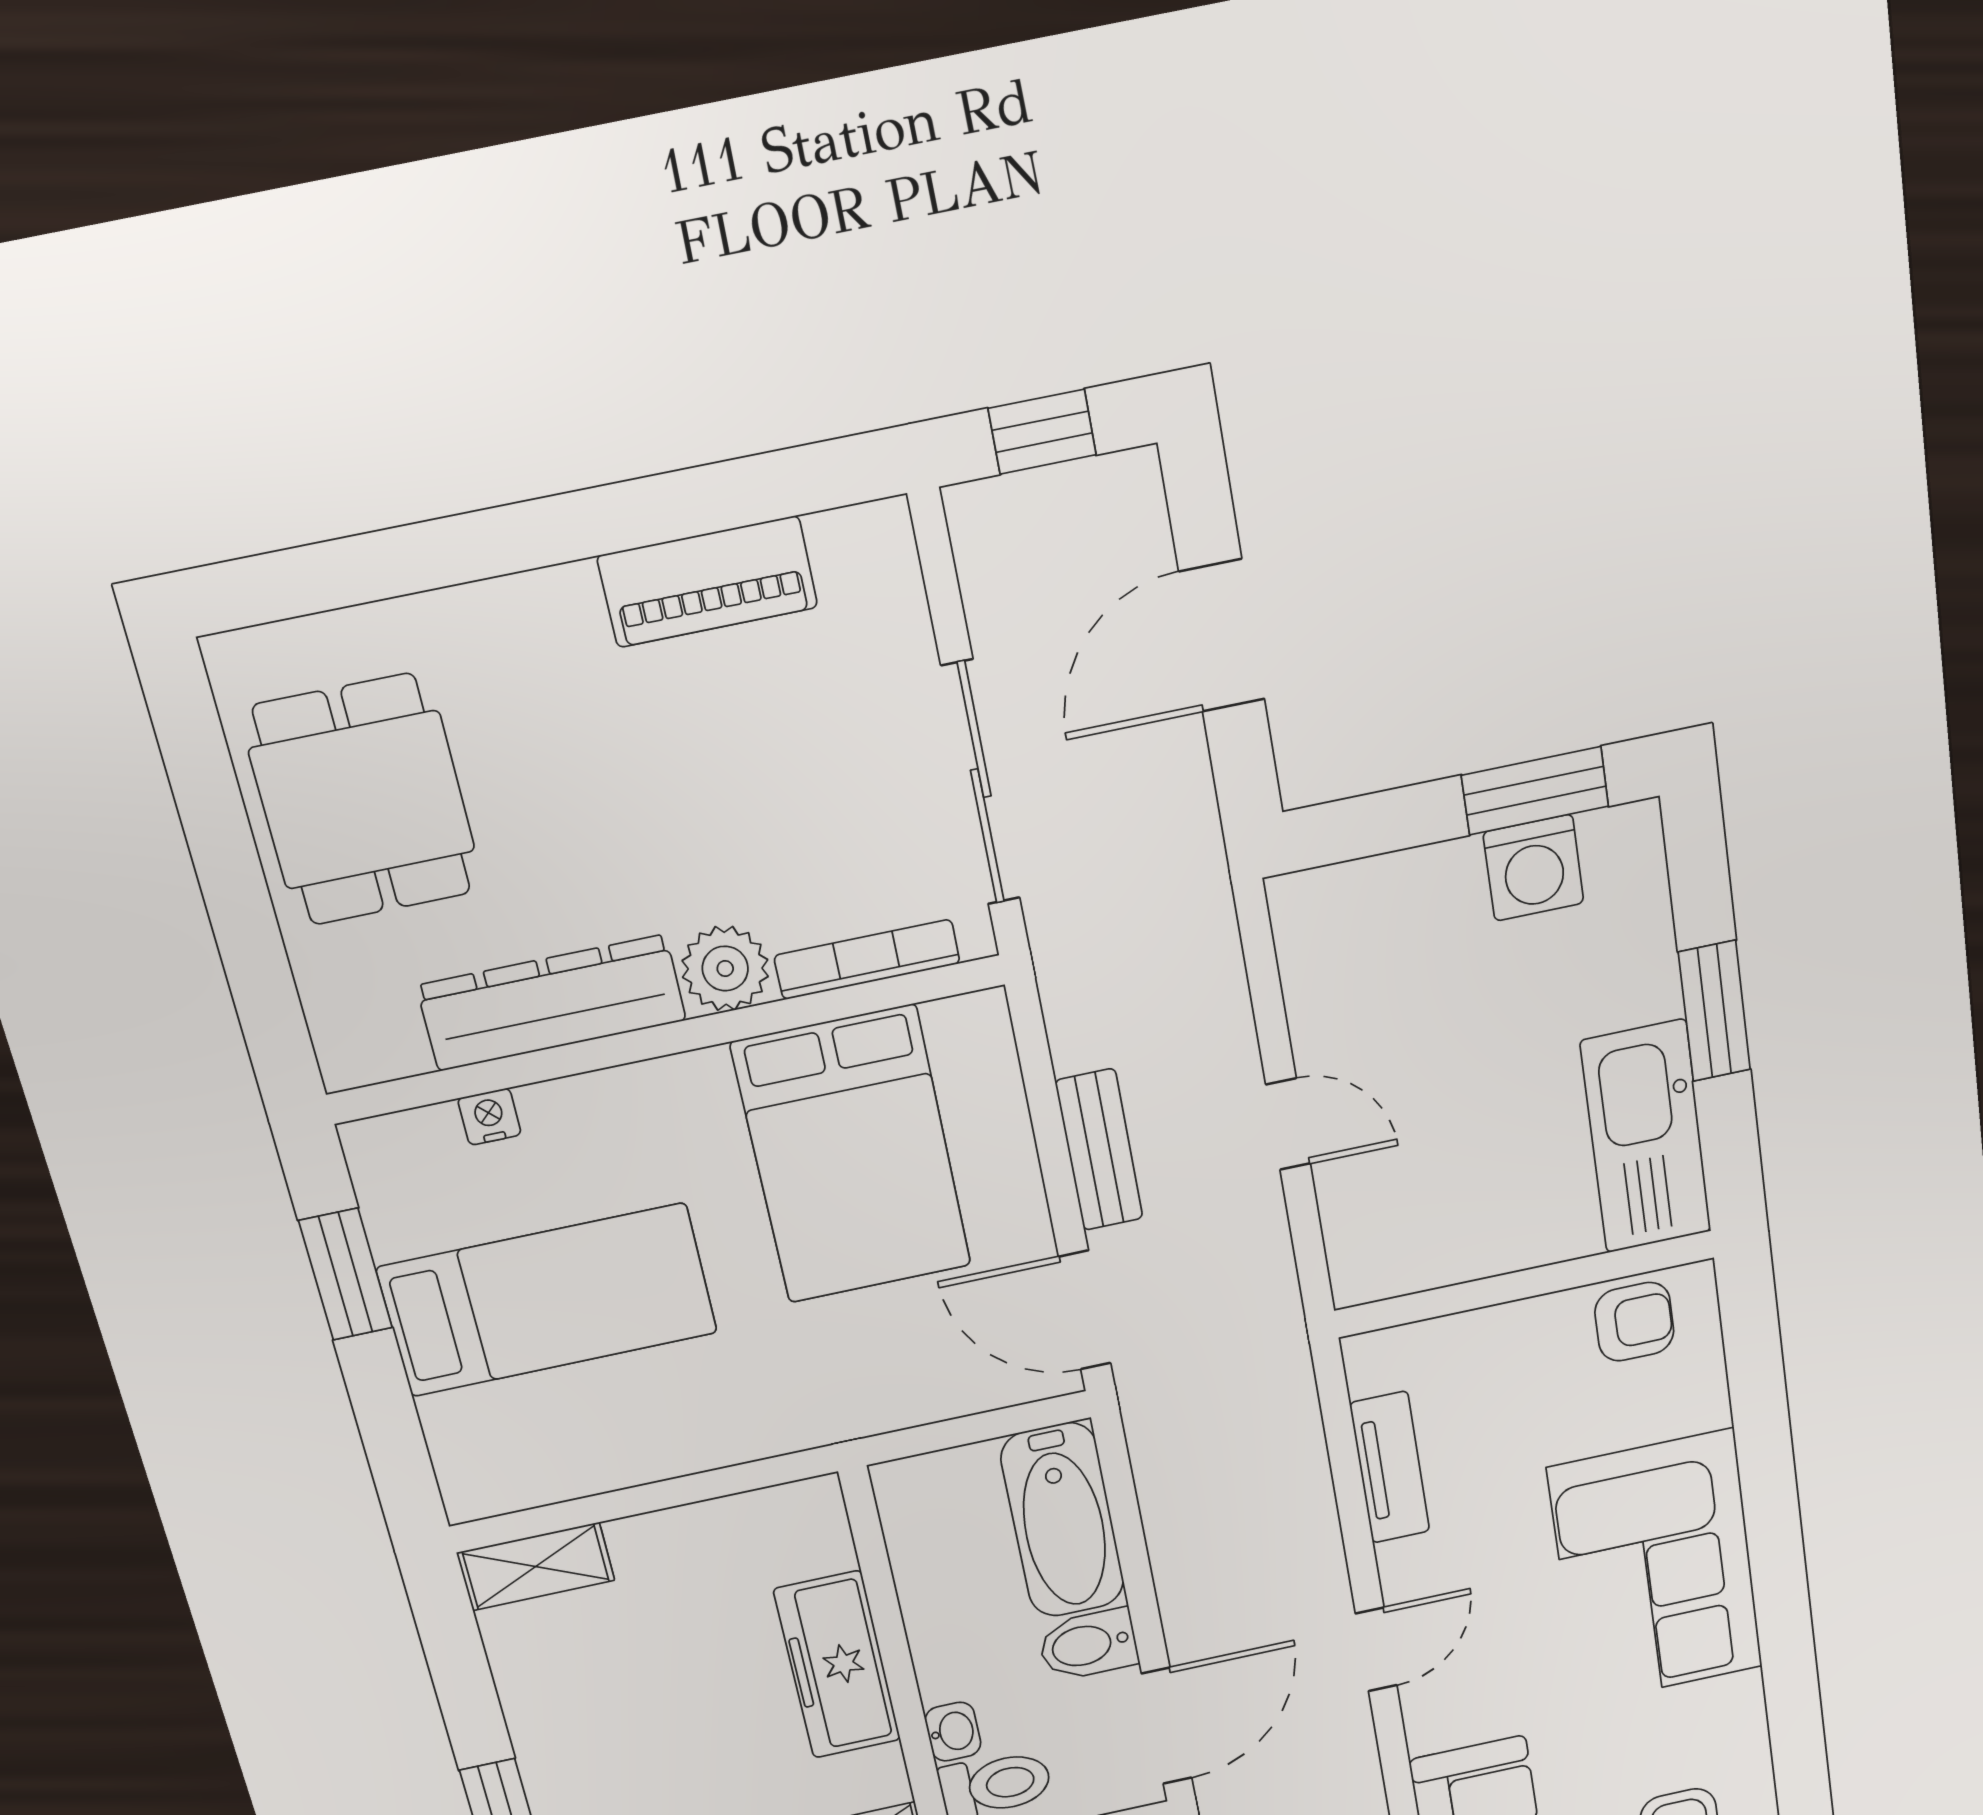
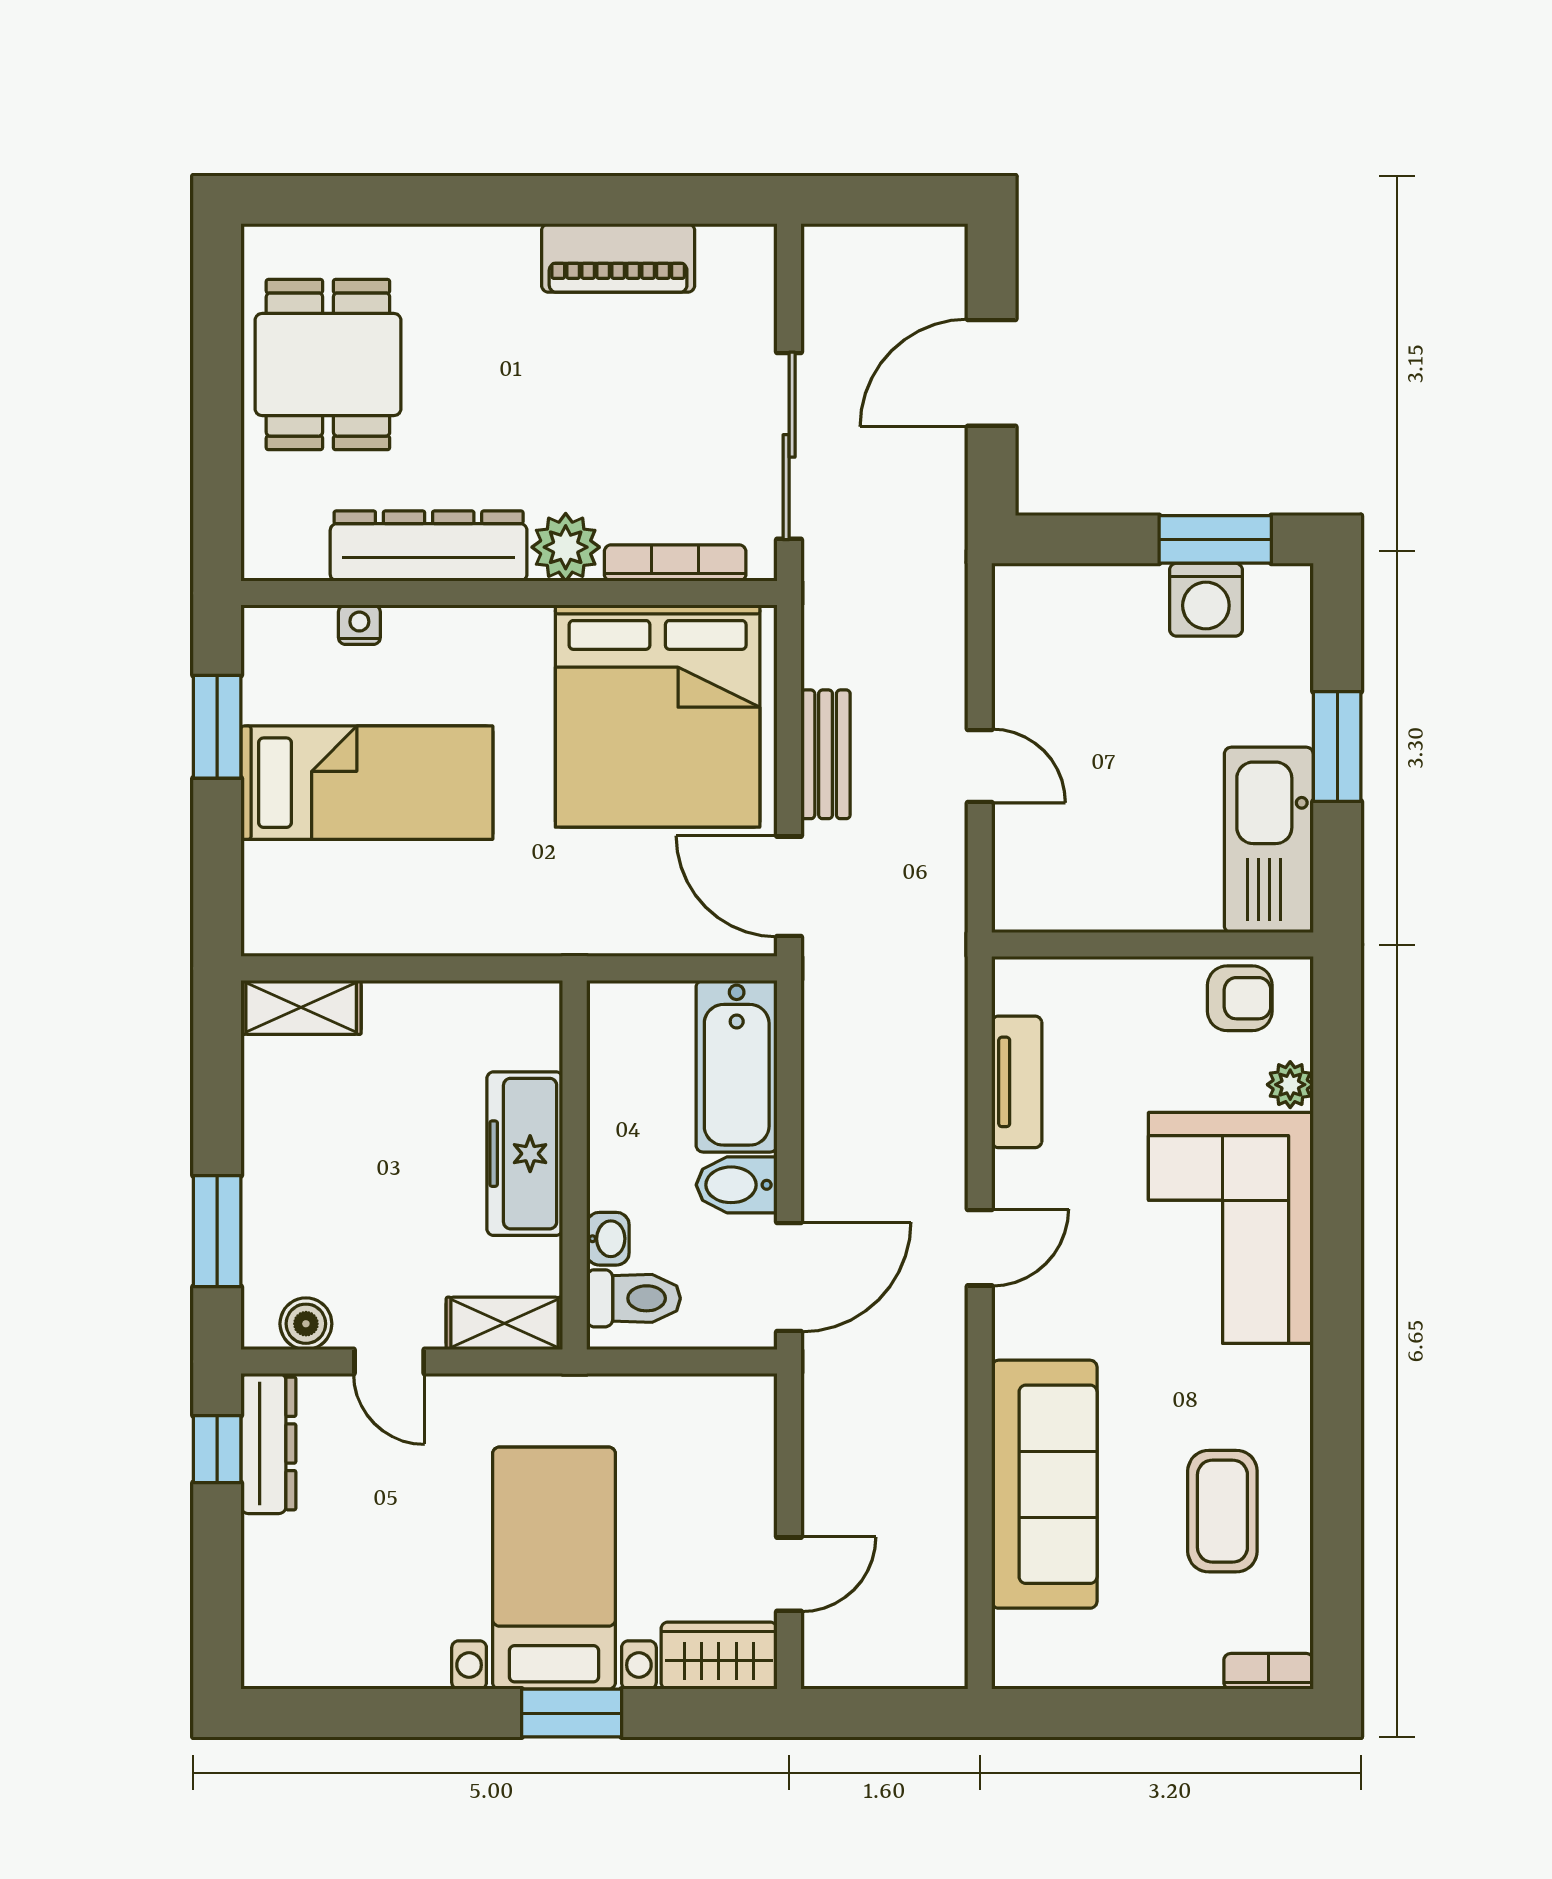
window: (1042, 432) -> (884, 200), removed
bed: (852, 1155) -> (658, 716), width x1.36
plant: (1704, 1403) -> (1290, 1085), added

